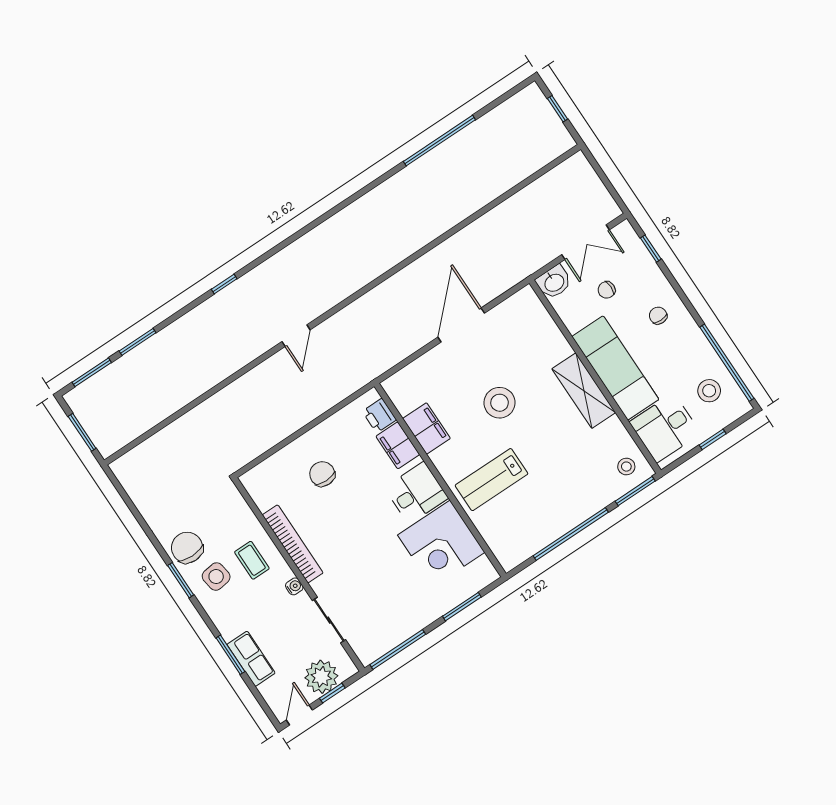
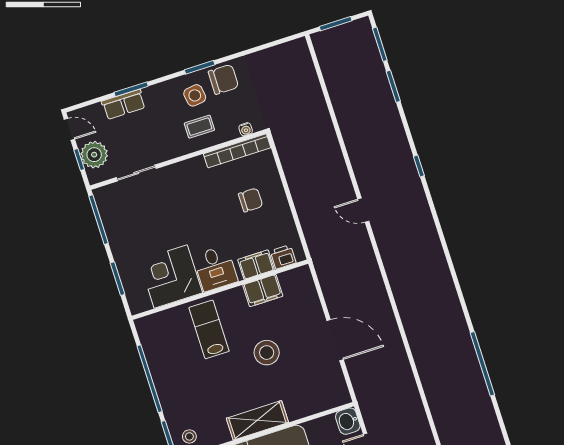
bookcase: (293, 544) -> (237, 151), moved
water cooler: (294, 586) -> (246, 129), moved

